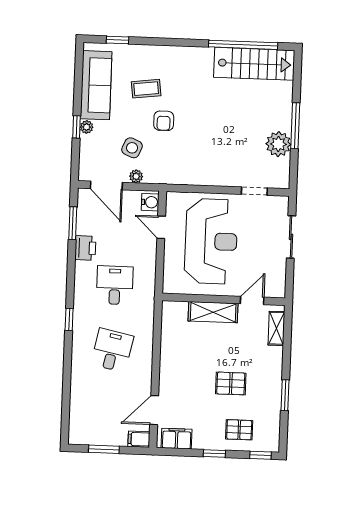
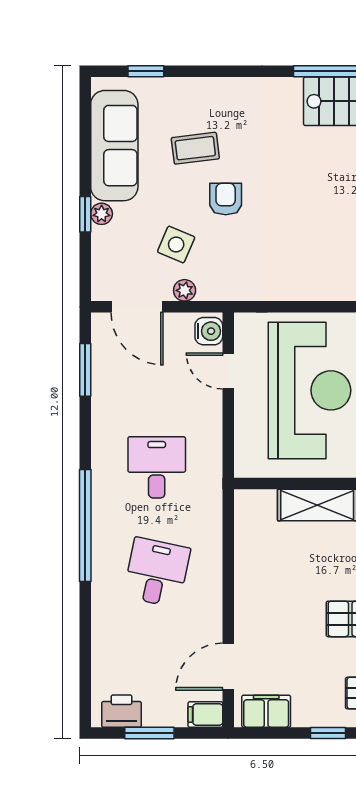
armchair: (164, 121) -> (226, 199), turned 180
printer: (85, 248) -> (122, 711), moved, turned -90
window: (69, 319) -> (85, 525), width x3.17

